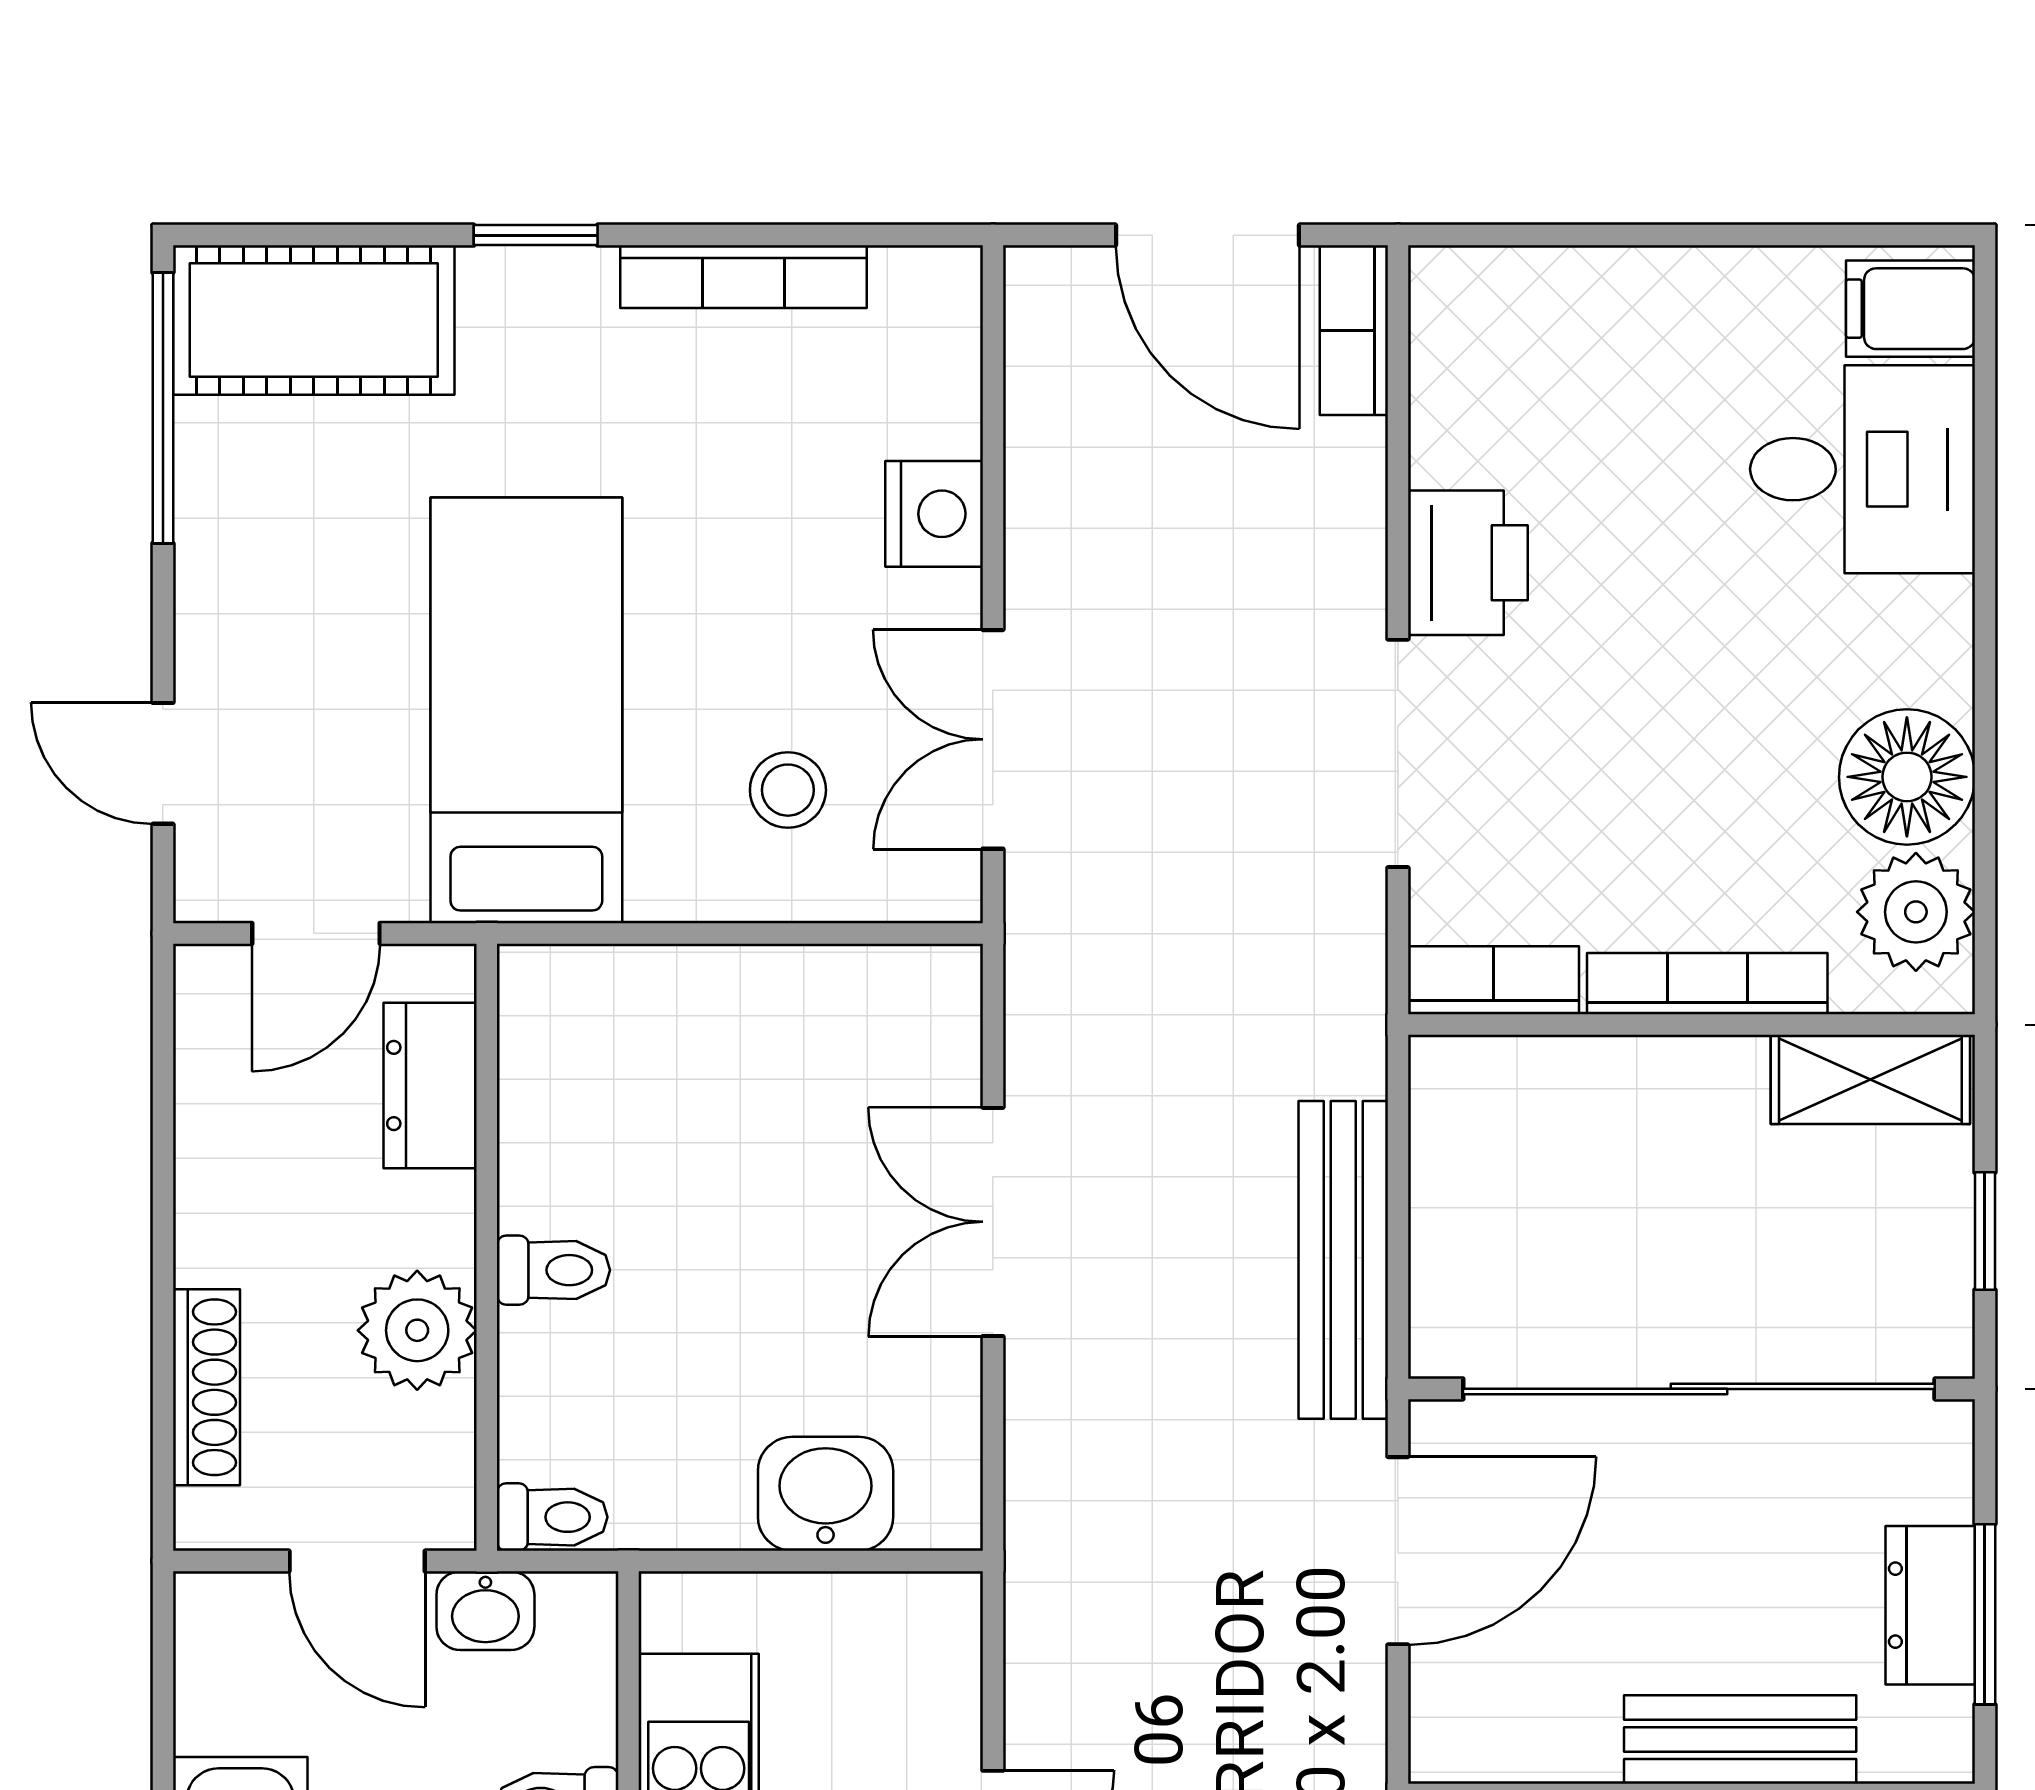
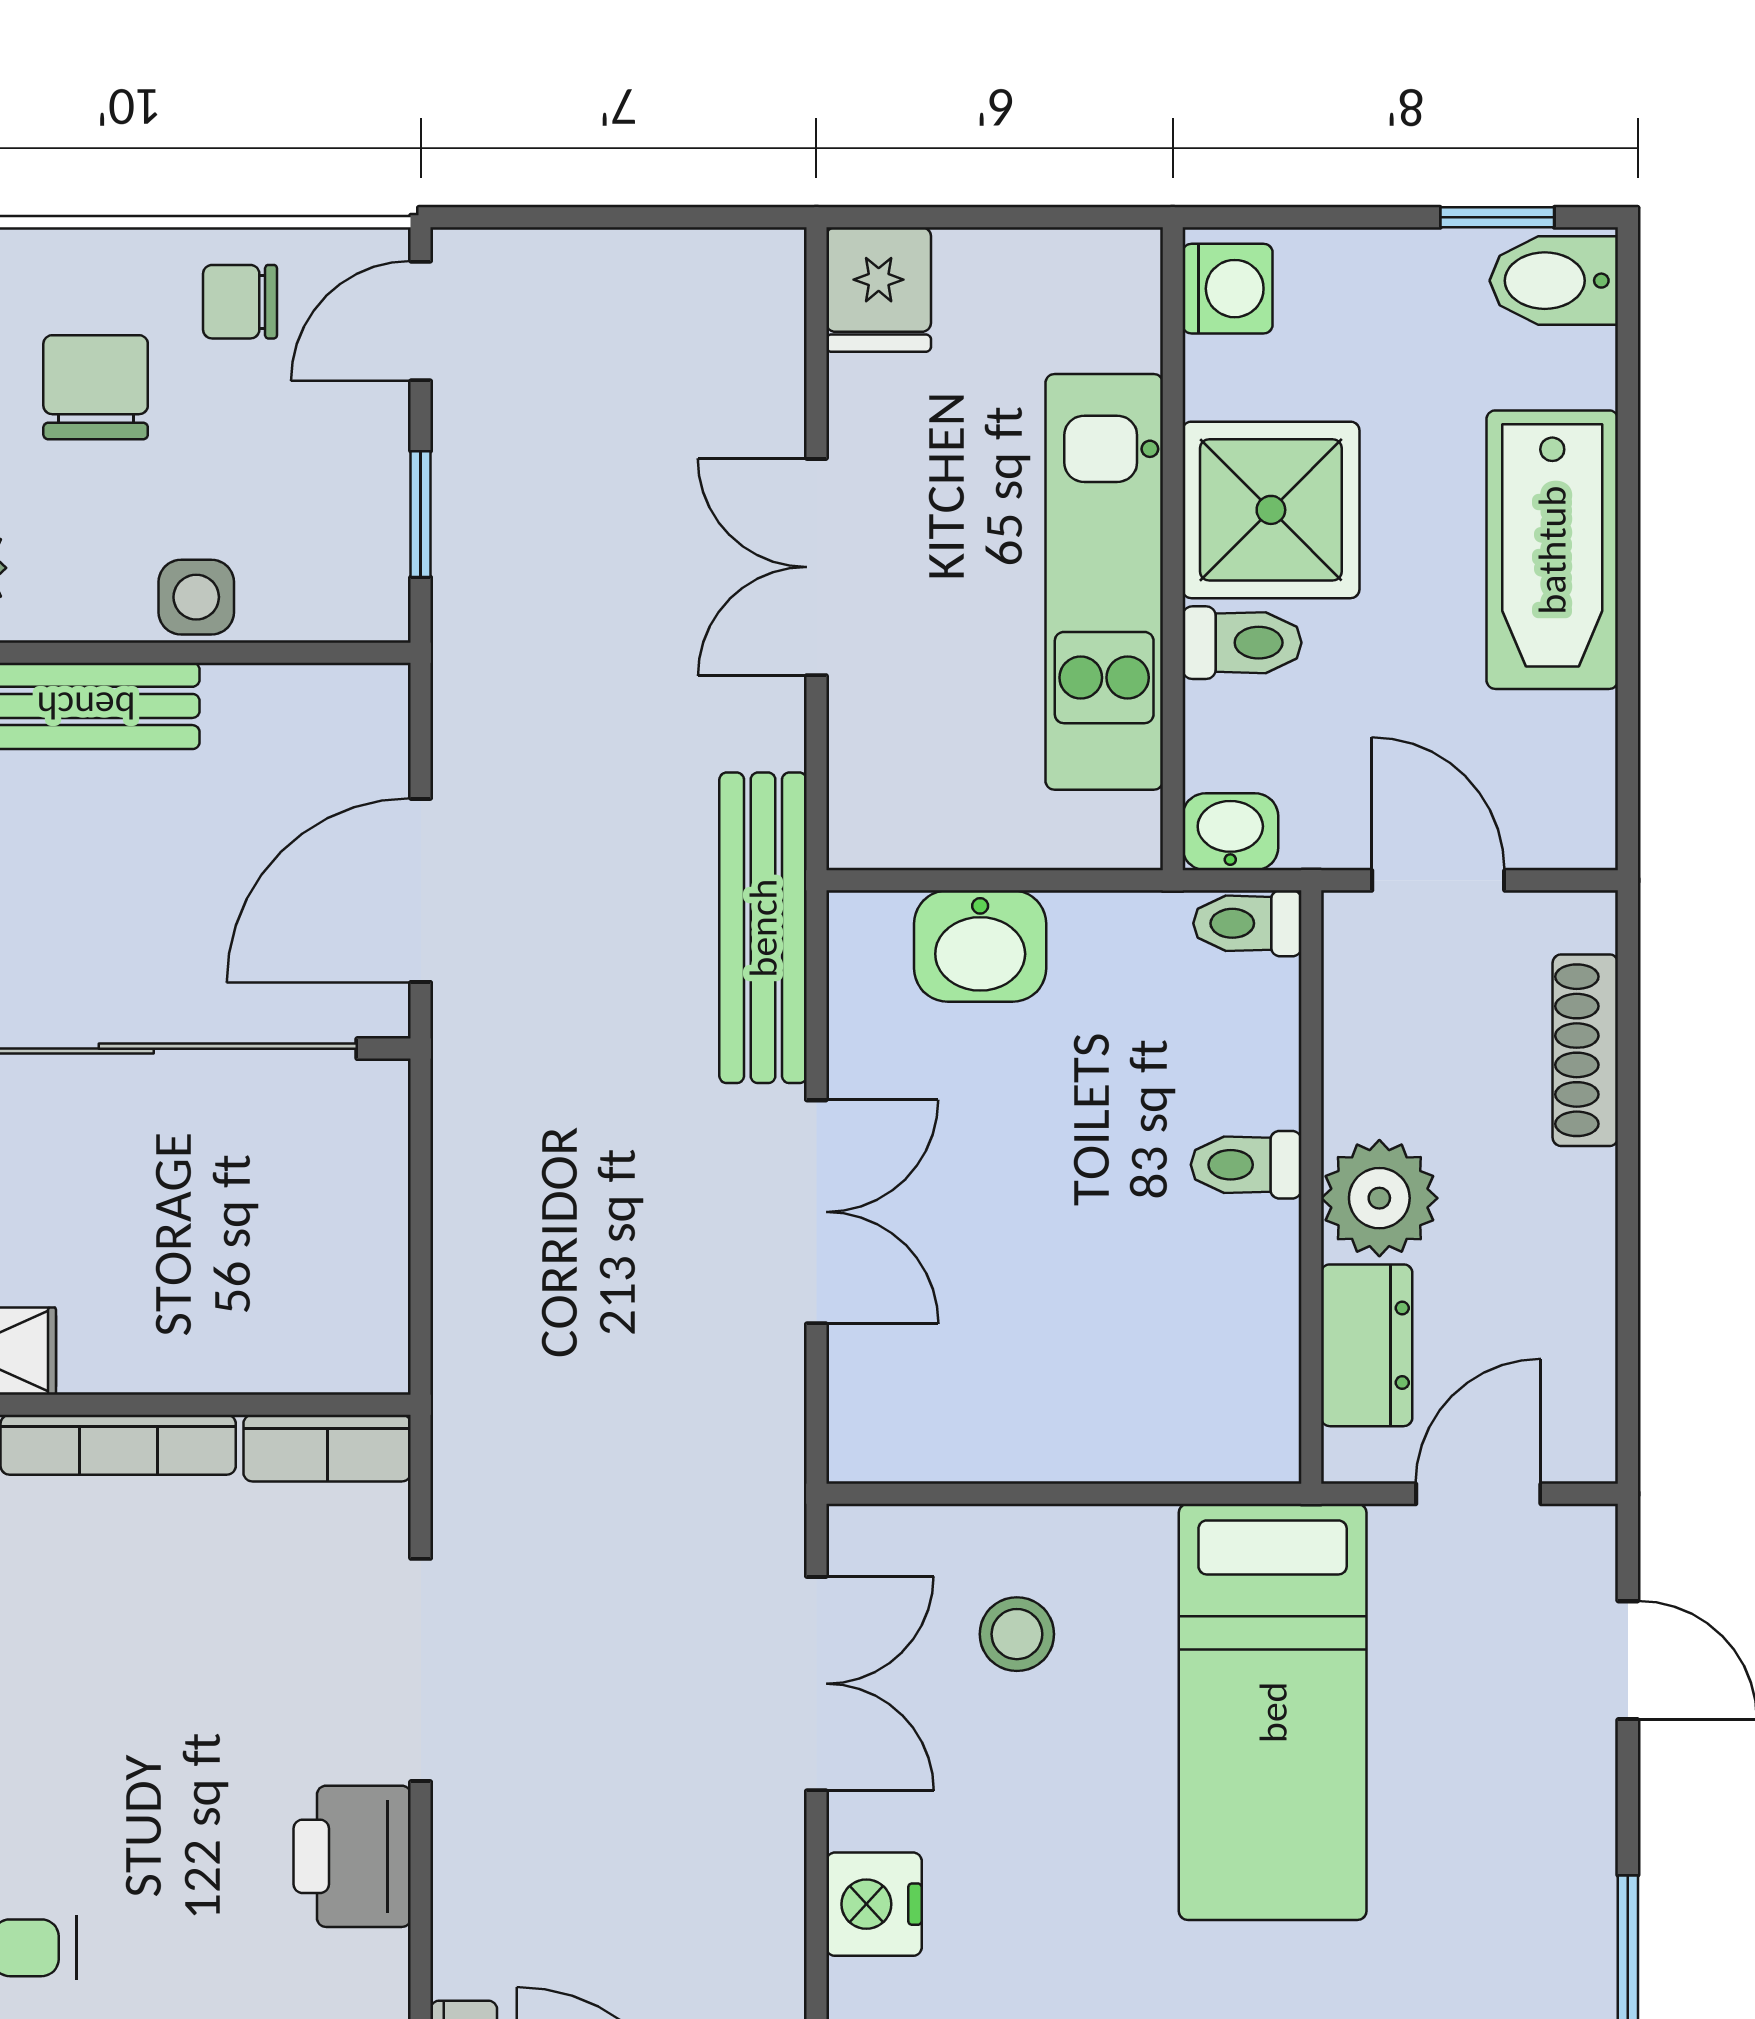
bench: (1343, 1260) -> (763, 928), moved
plant: (417, 1330) -> (1379, 1198), moved
washbasin: (485, 1611) -> (1230, 832), moved

